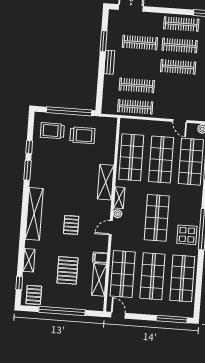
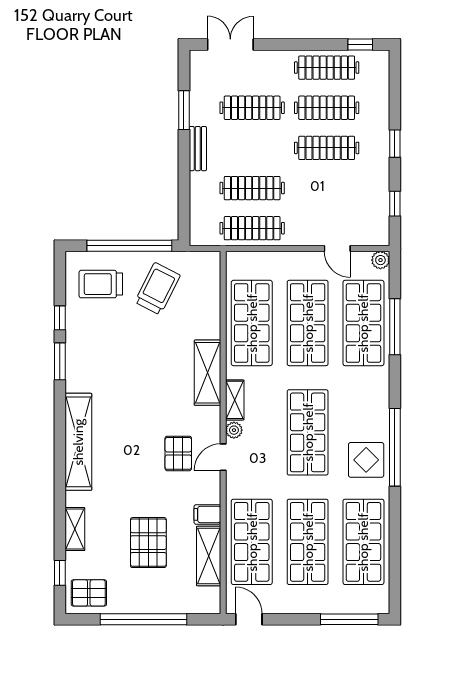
trolley: (82, 135) -> (157, 289), turned -63
pallet: (71, 225) -> (178, 453), moved
pallet: (34, 295) -> (89, 593), turned 90

